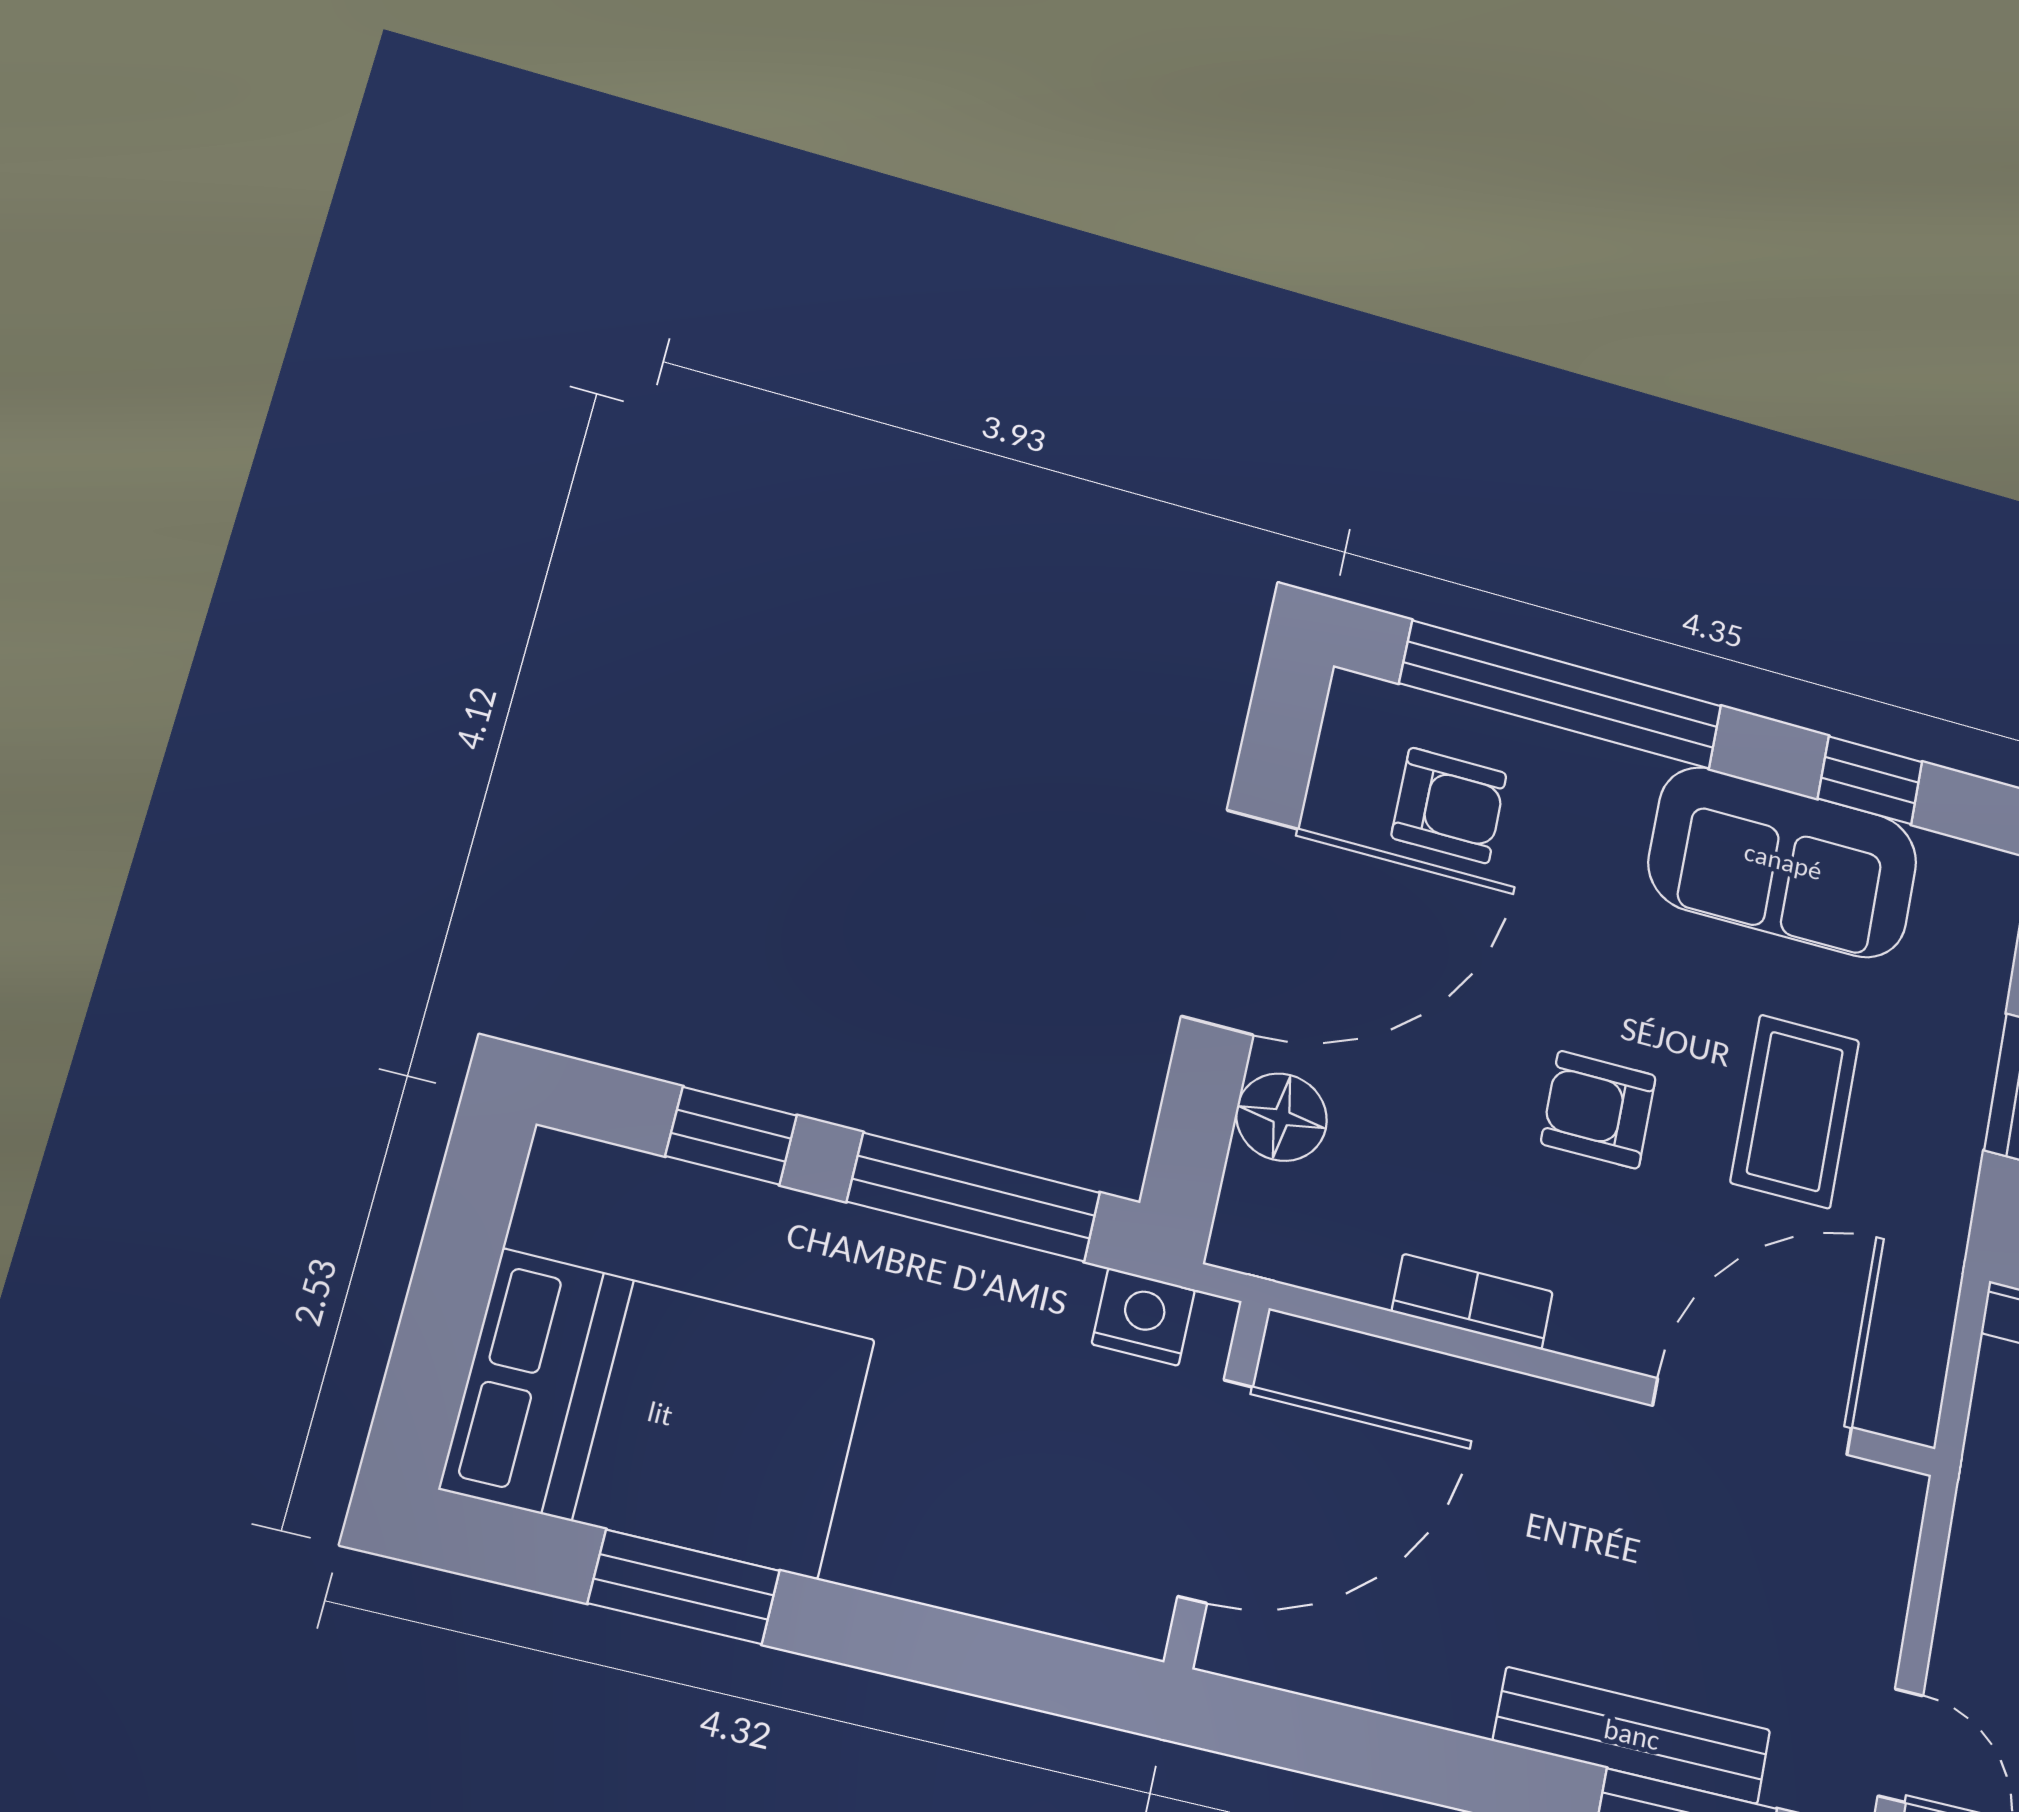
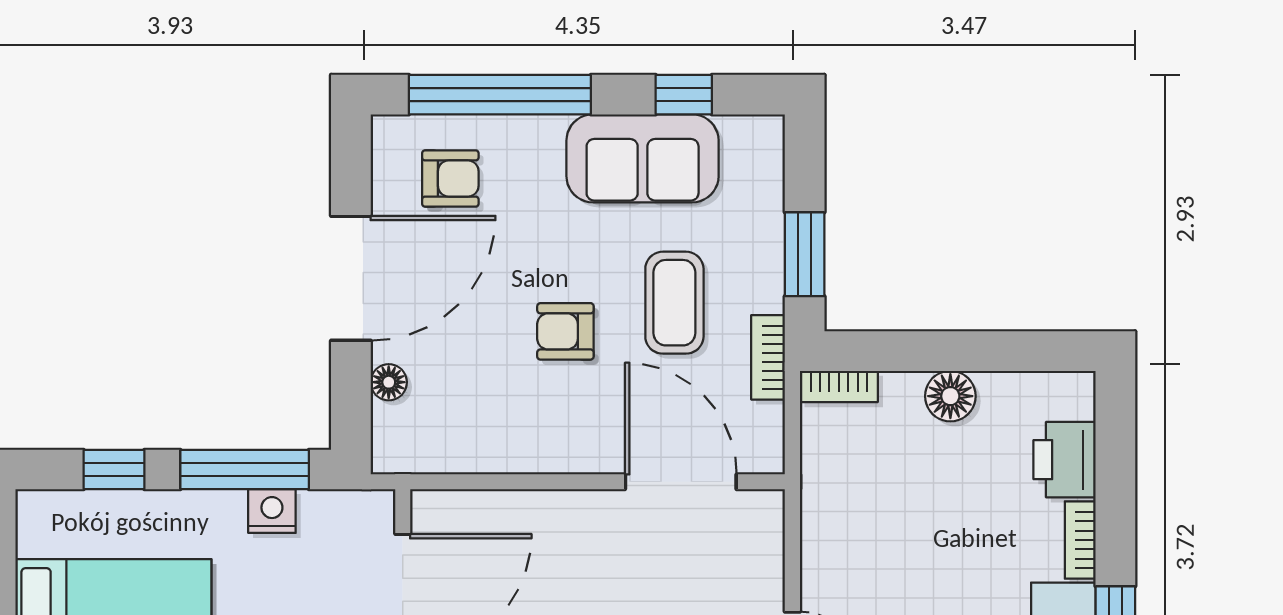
floor lamp: (1281, 1117) -> (389, 382), width x0.73, depth x0.73
bookcase: (1472, 1302) -> (768, 357), moved, turned -90
nightstand: (1143, 1317) -> (272, 511), moved
door: (1752, 1417) -> (681, 482), hinge flipped

